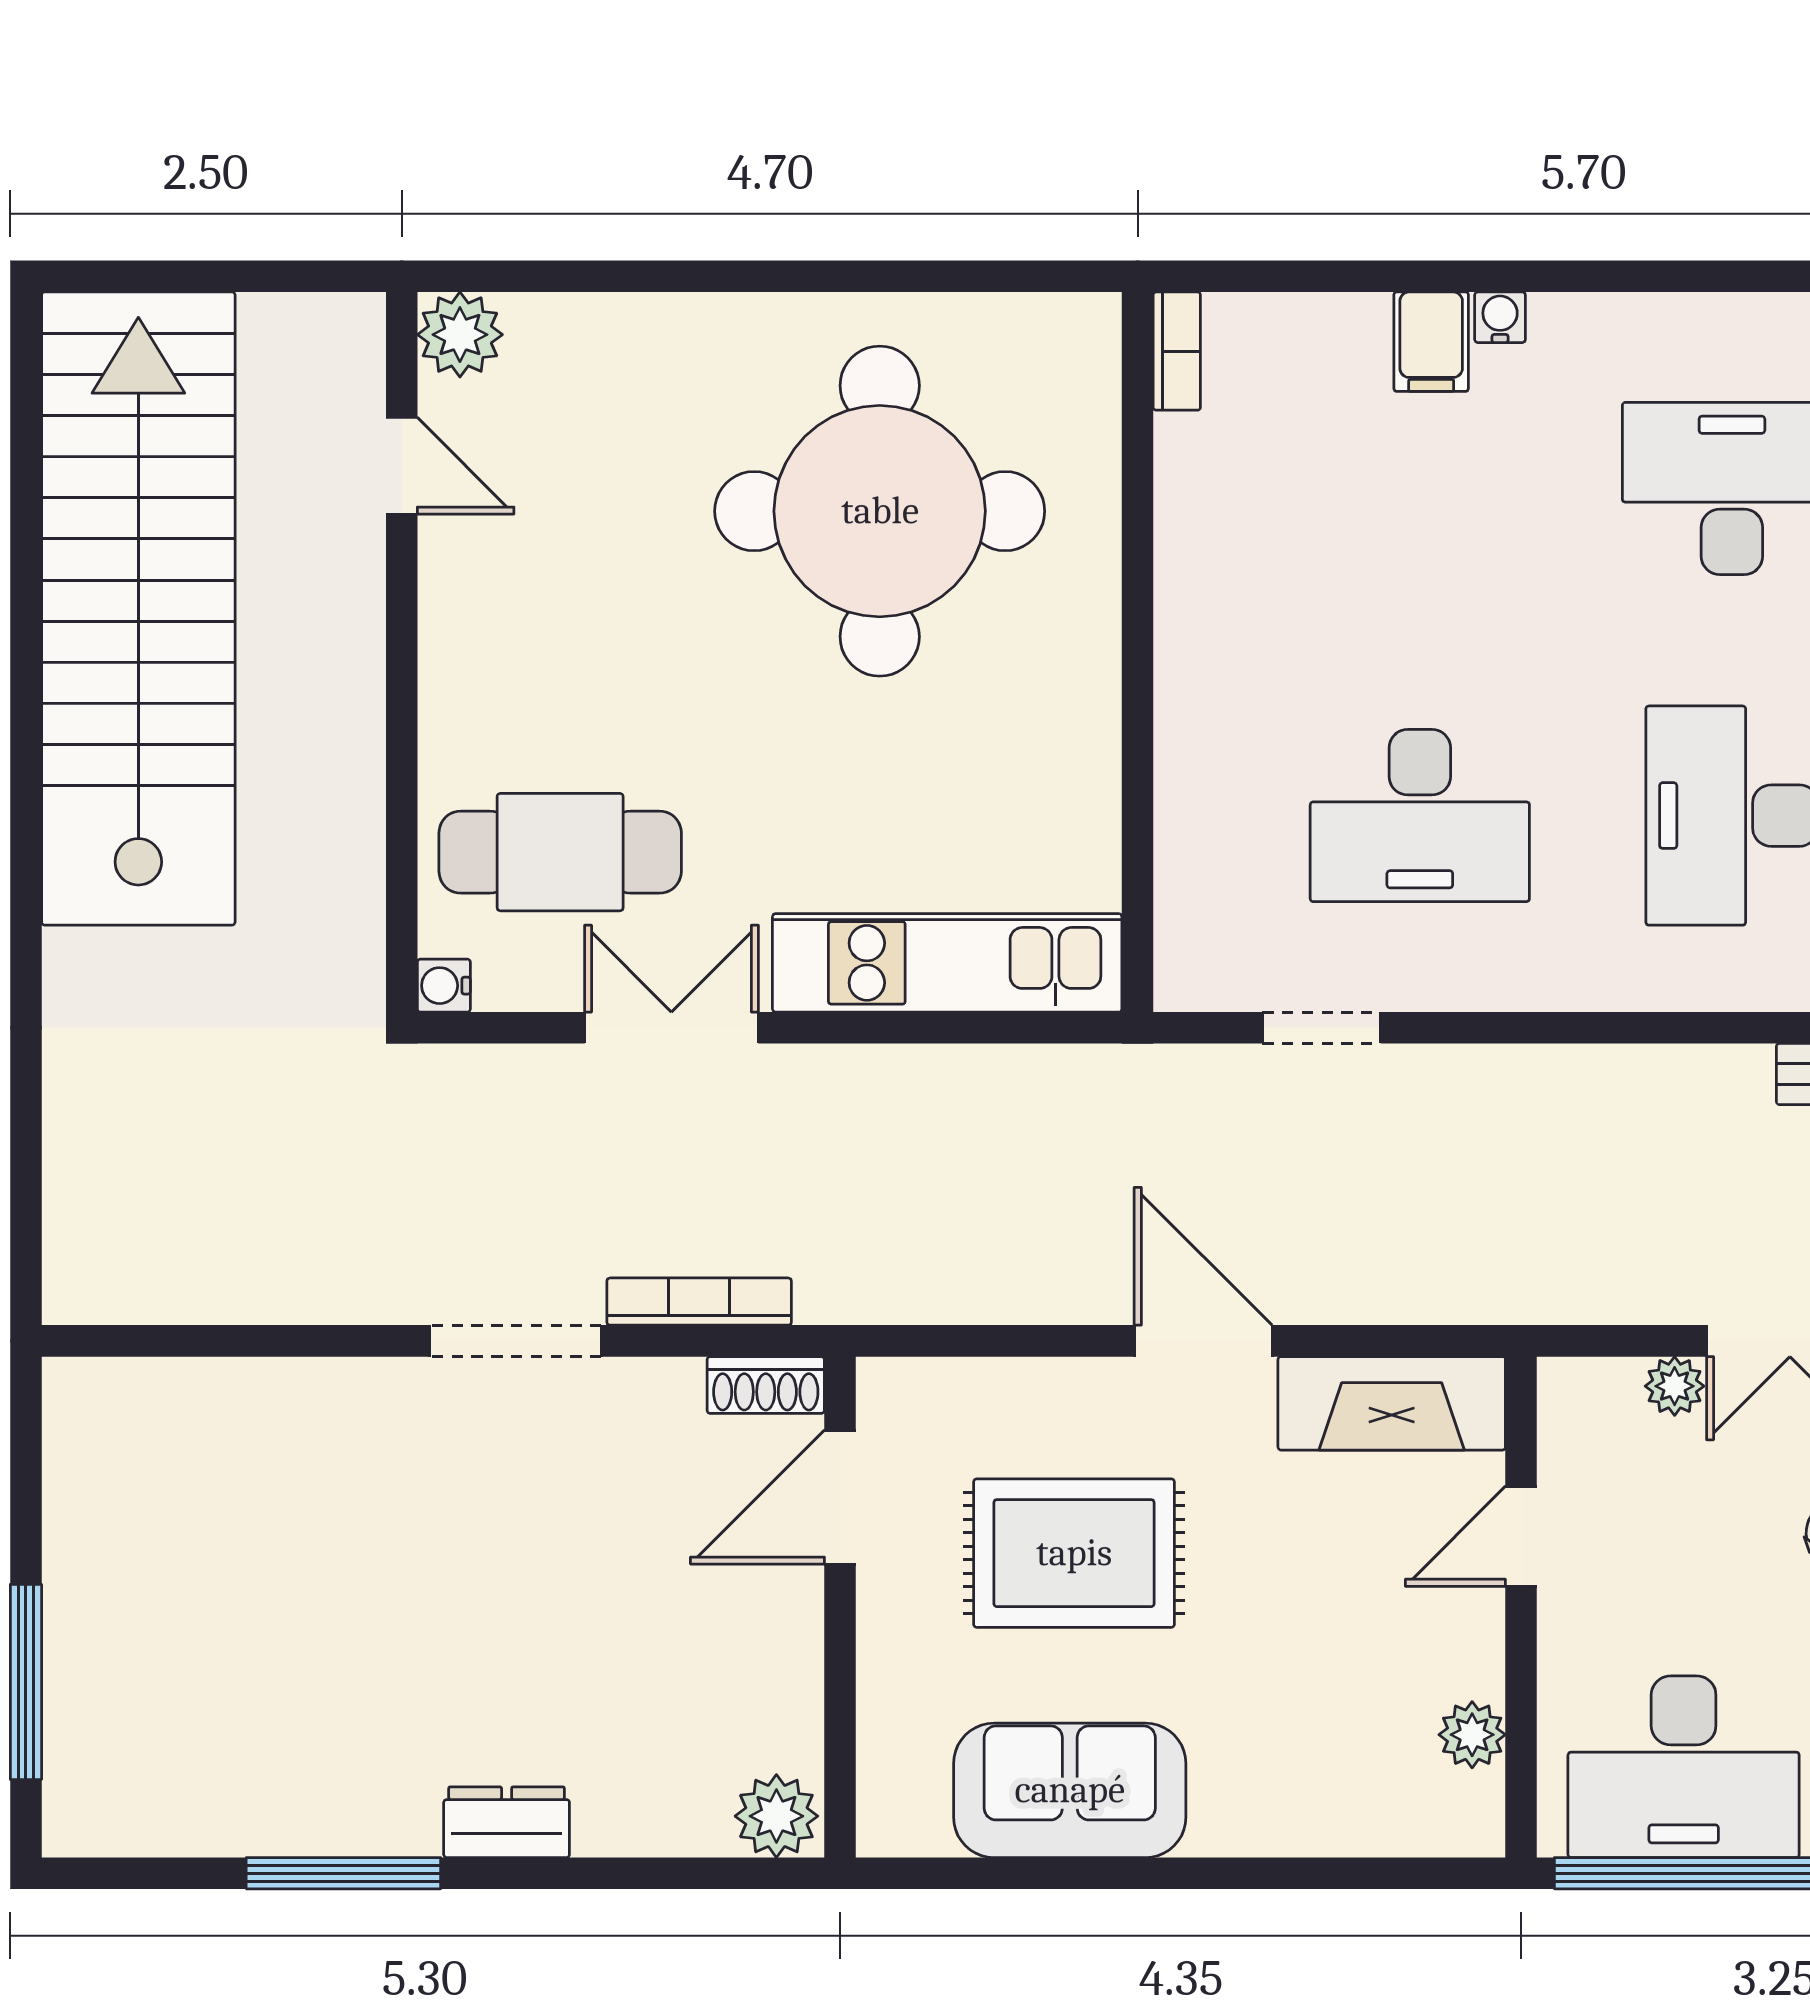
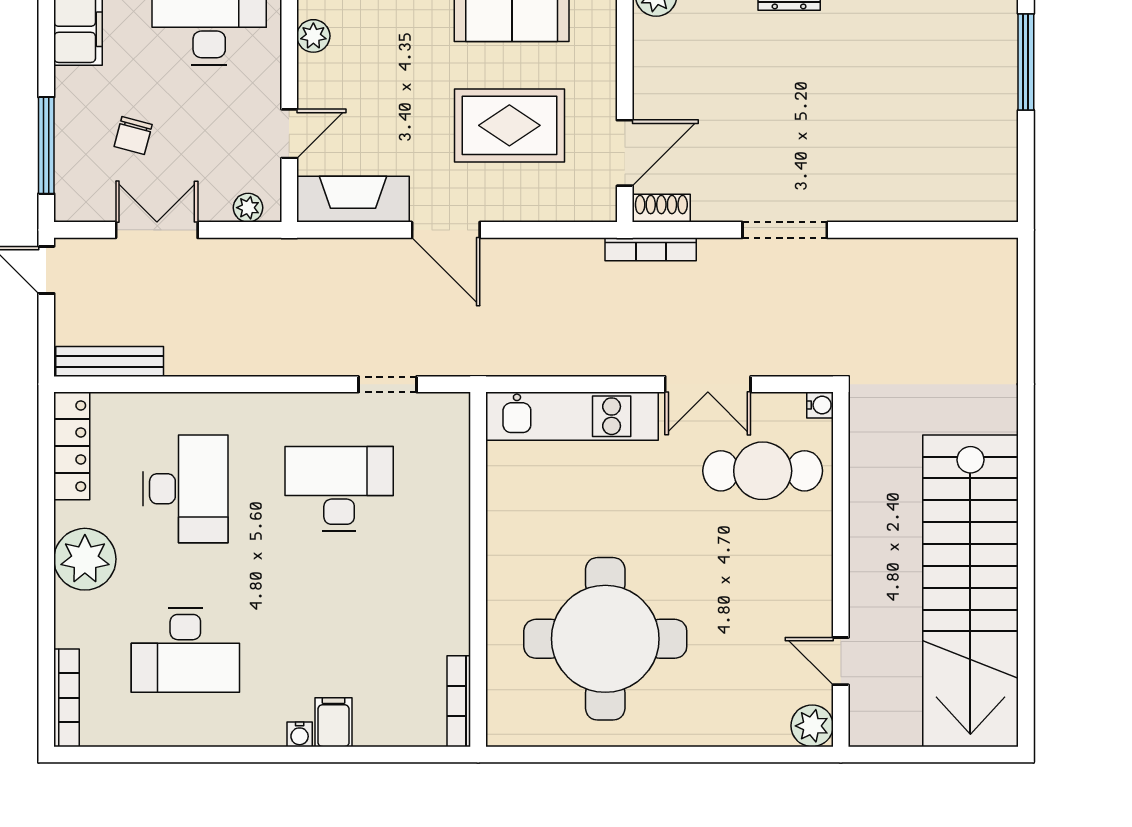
bookcase: (1177, 351) -> (459, 701), width x1.56
bookcase: (699, 1302) -> (651, 249), moved
plant: (1675, 1386) -> (248, 208), moved

